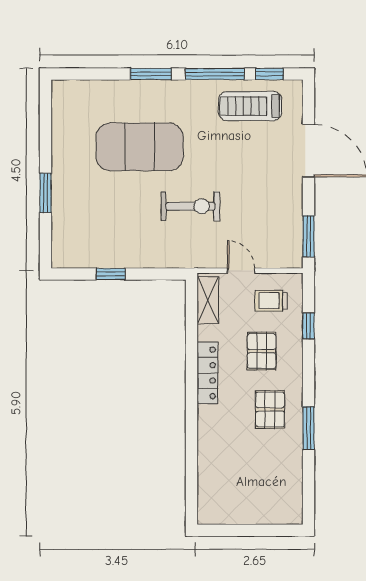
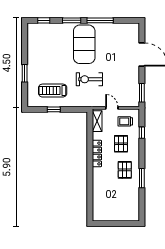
window: (269, 74) -> (44, 20), moved
treadmill: (250, 106) -> (53, 91), moved
exercise mat: (140, 147) -> (84, 44), moved, turned 90
exercise bike: (190, 206) -> (89, 79), turned 180

